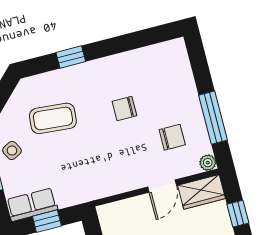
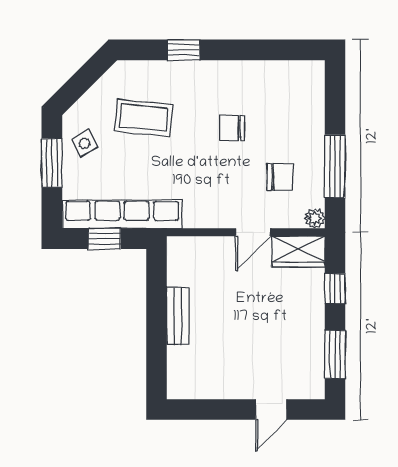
row of seats: (32, 205) -> (122, 214), width x2.02

